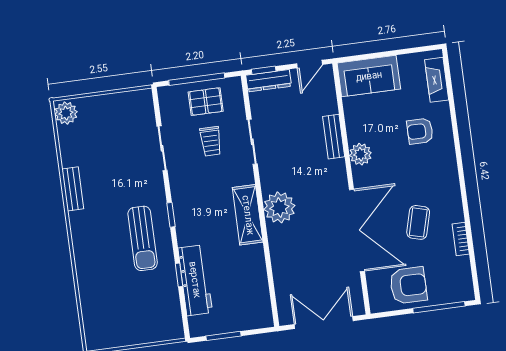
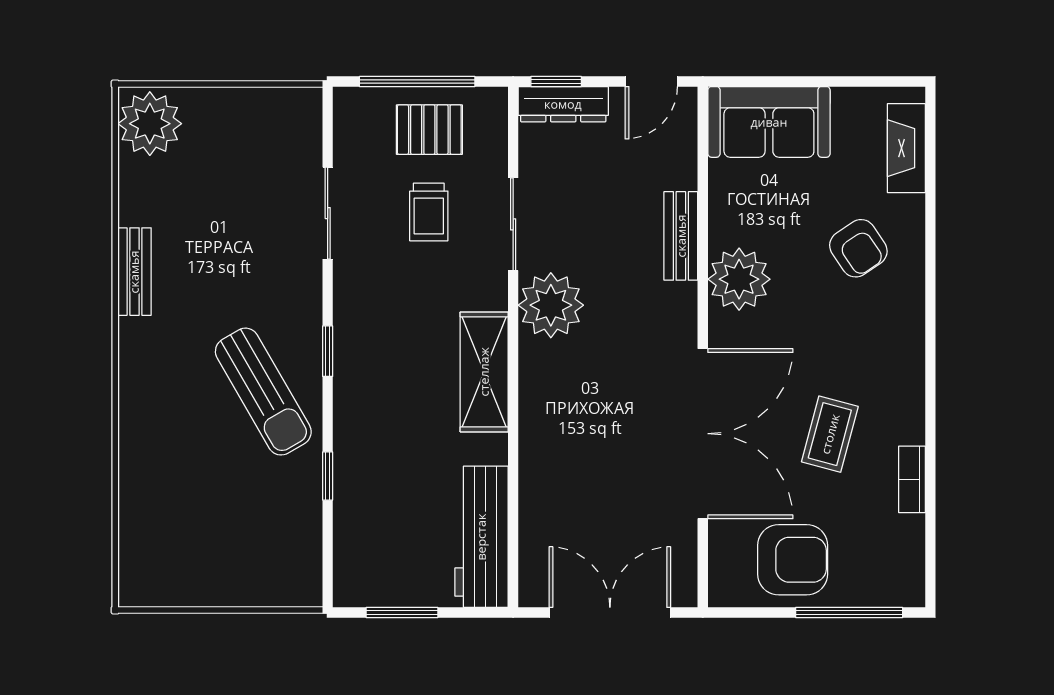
plant: (66, 113) -> (150, 124), width x1.36, depth x1.36
armchair: (420, 131) -> (858, 248), turned -124
plant: (360, 154) -> (739, 279), width x1.36, depth x1.36
plant: (279, 207) -> (551, 305), moved
sun lounger: (143, 238) -> (263, 392), turned -30
workbench: (195, 280) -> (481, 537), moved, turned 180

